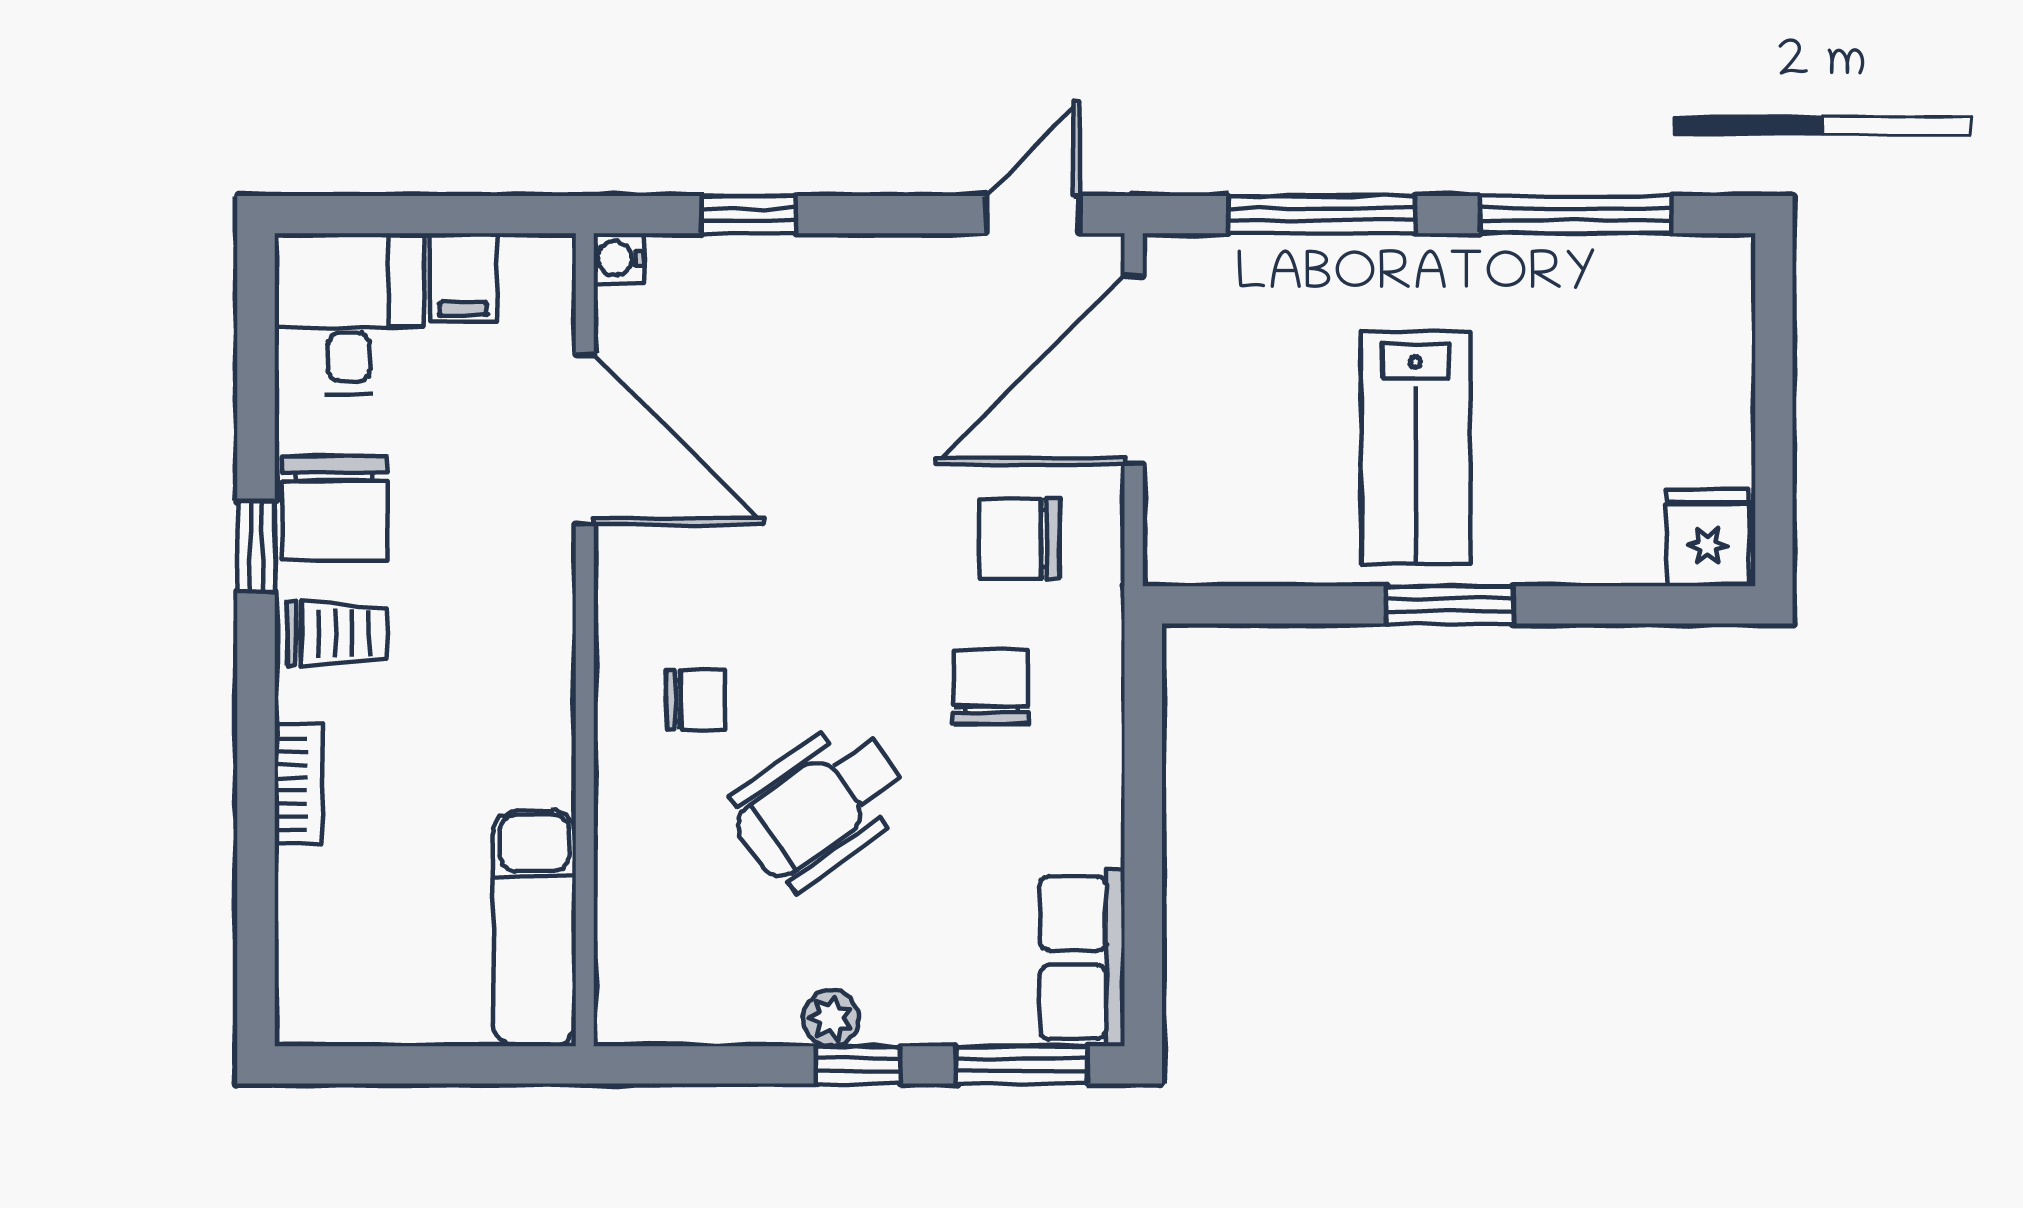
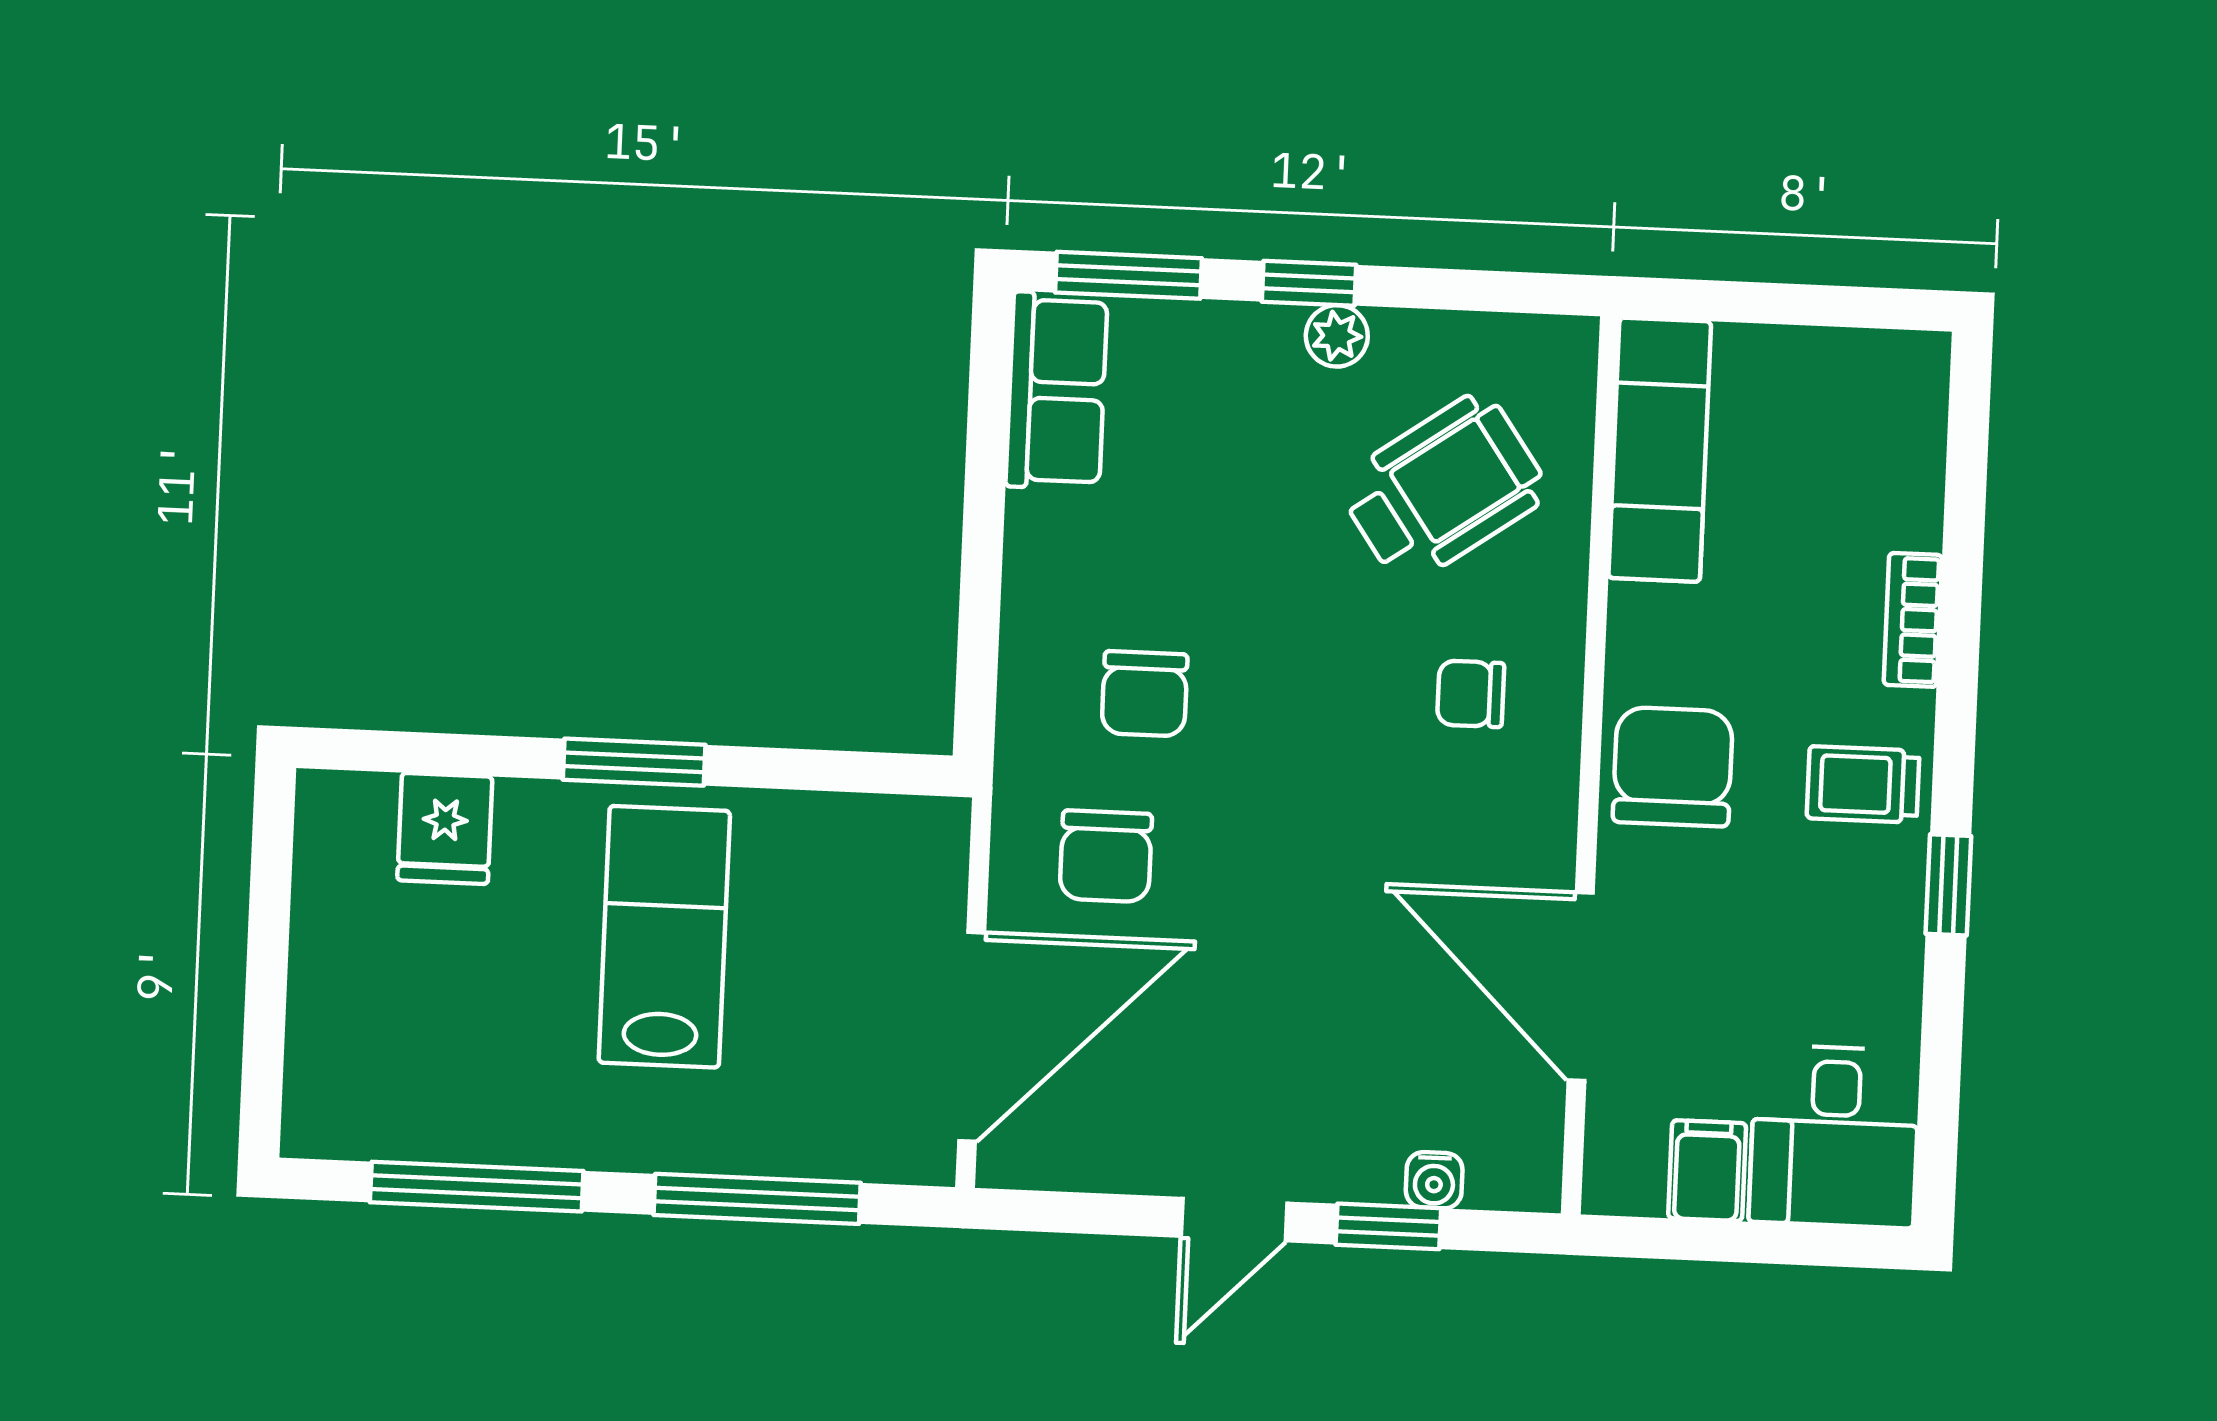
door: (1032, 215) -> (1234, 1220), moved
water cooler: (619, 258) -> (1434, 1180), moved, turned 90
chair: (335, 508) -> (1673, 767), moved
chair: (1019, 538) -> (1106, 856), turned 90
fridge: (1708, 538) -> (445, 828), moved
wheelchair: (819, 805) -> (1443, 488), moved

